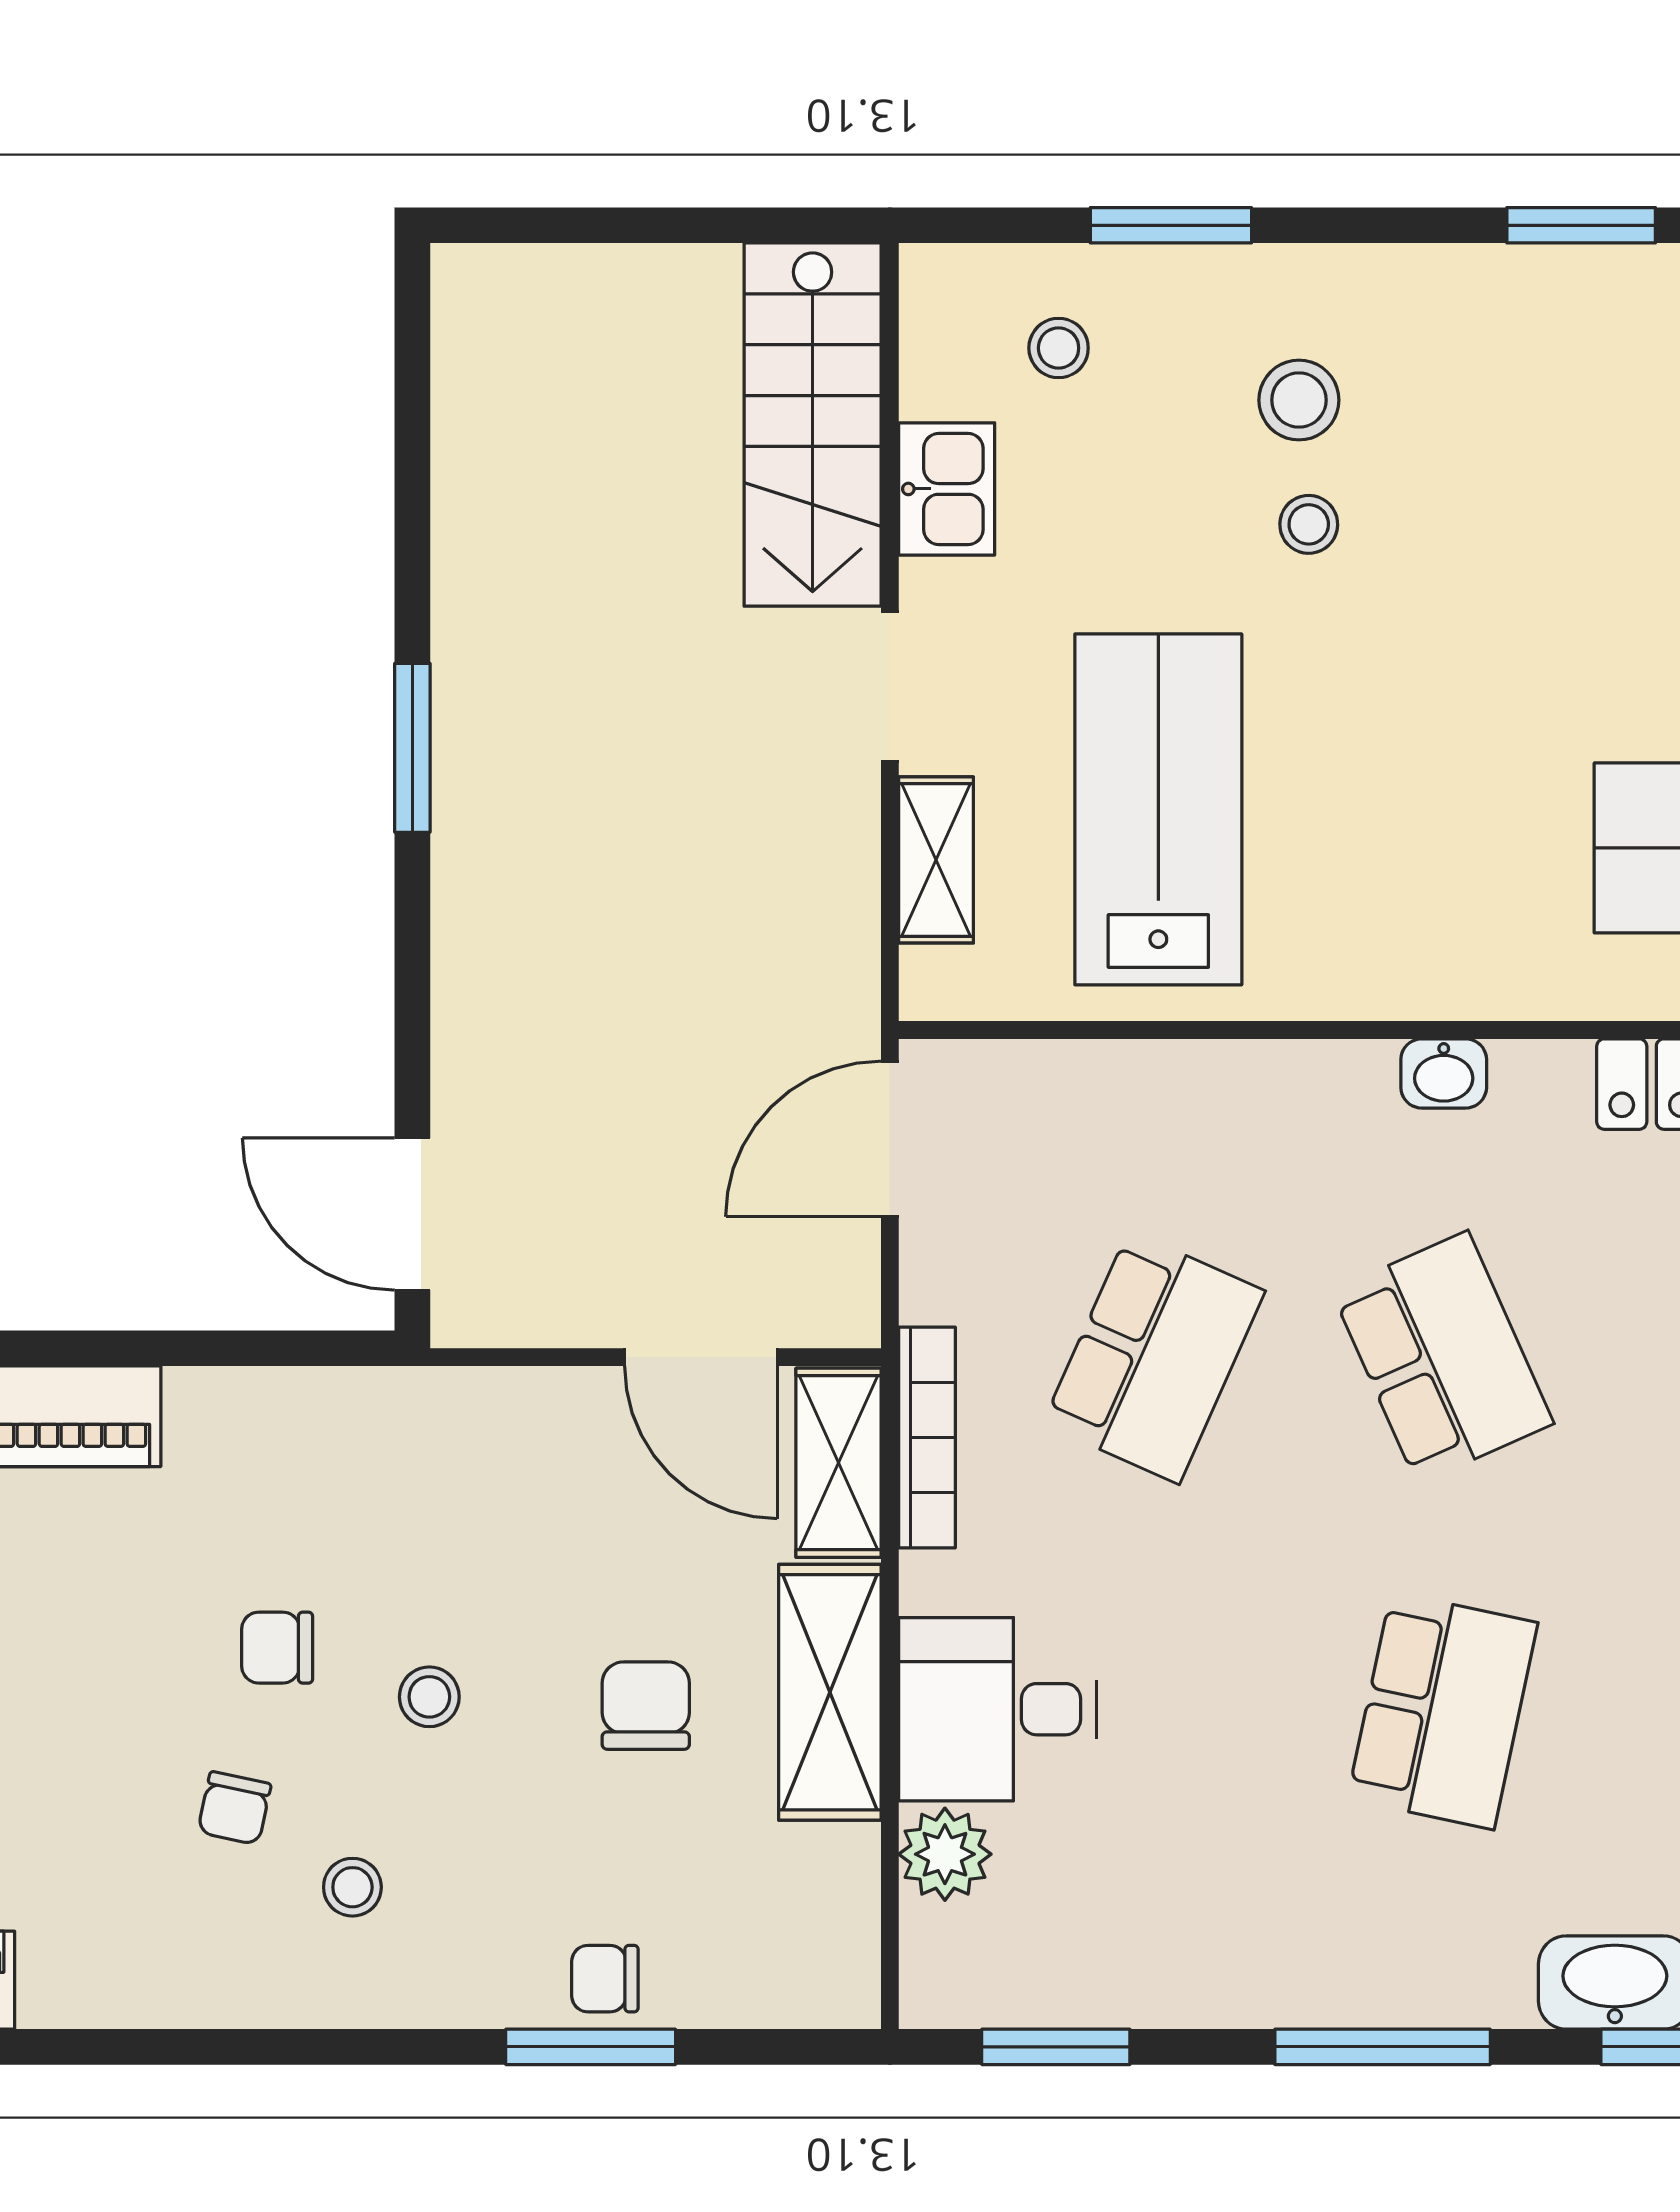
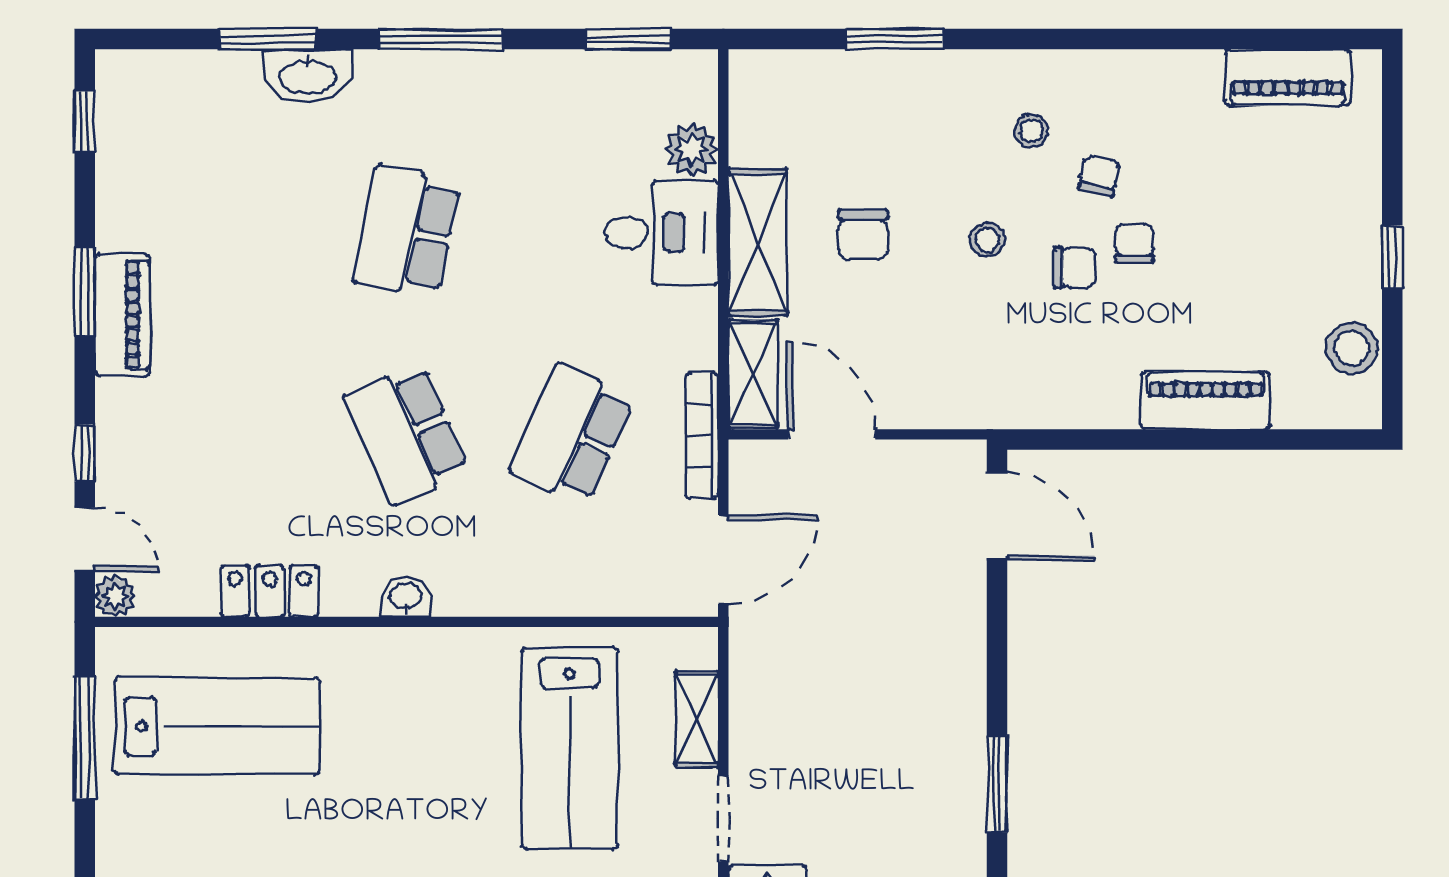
bookcase: (927, 1437) -> (702, 436), moved
chair: (605, 1979) -> (1134, 244), moved, turned -90

